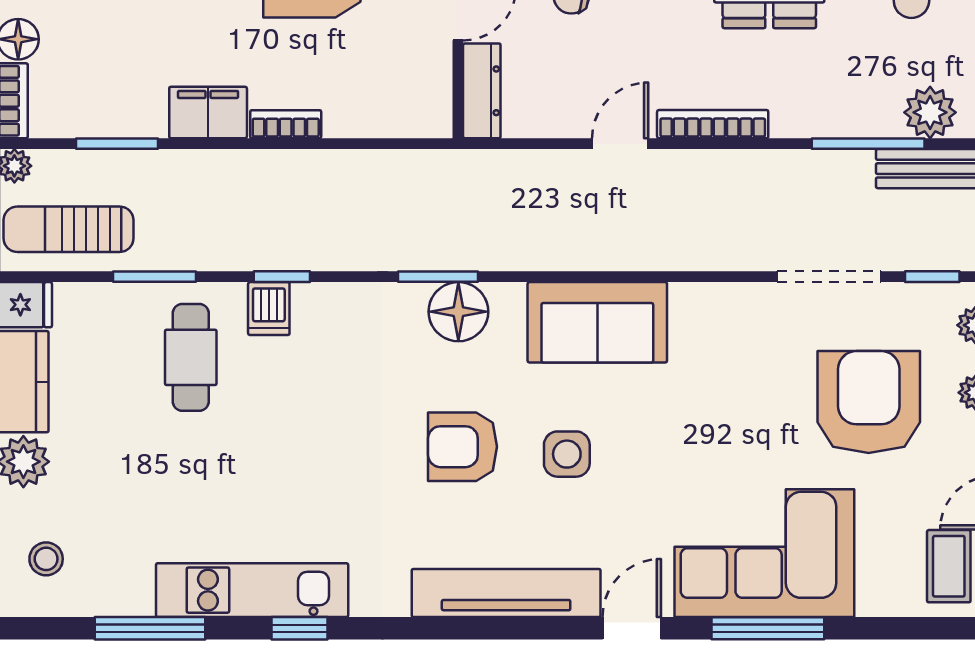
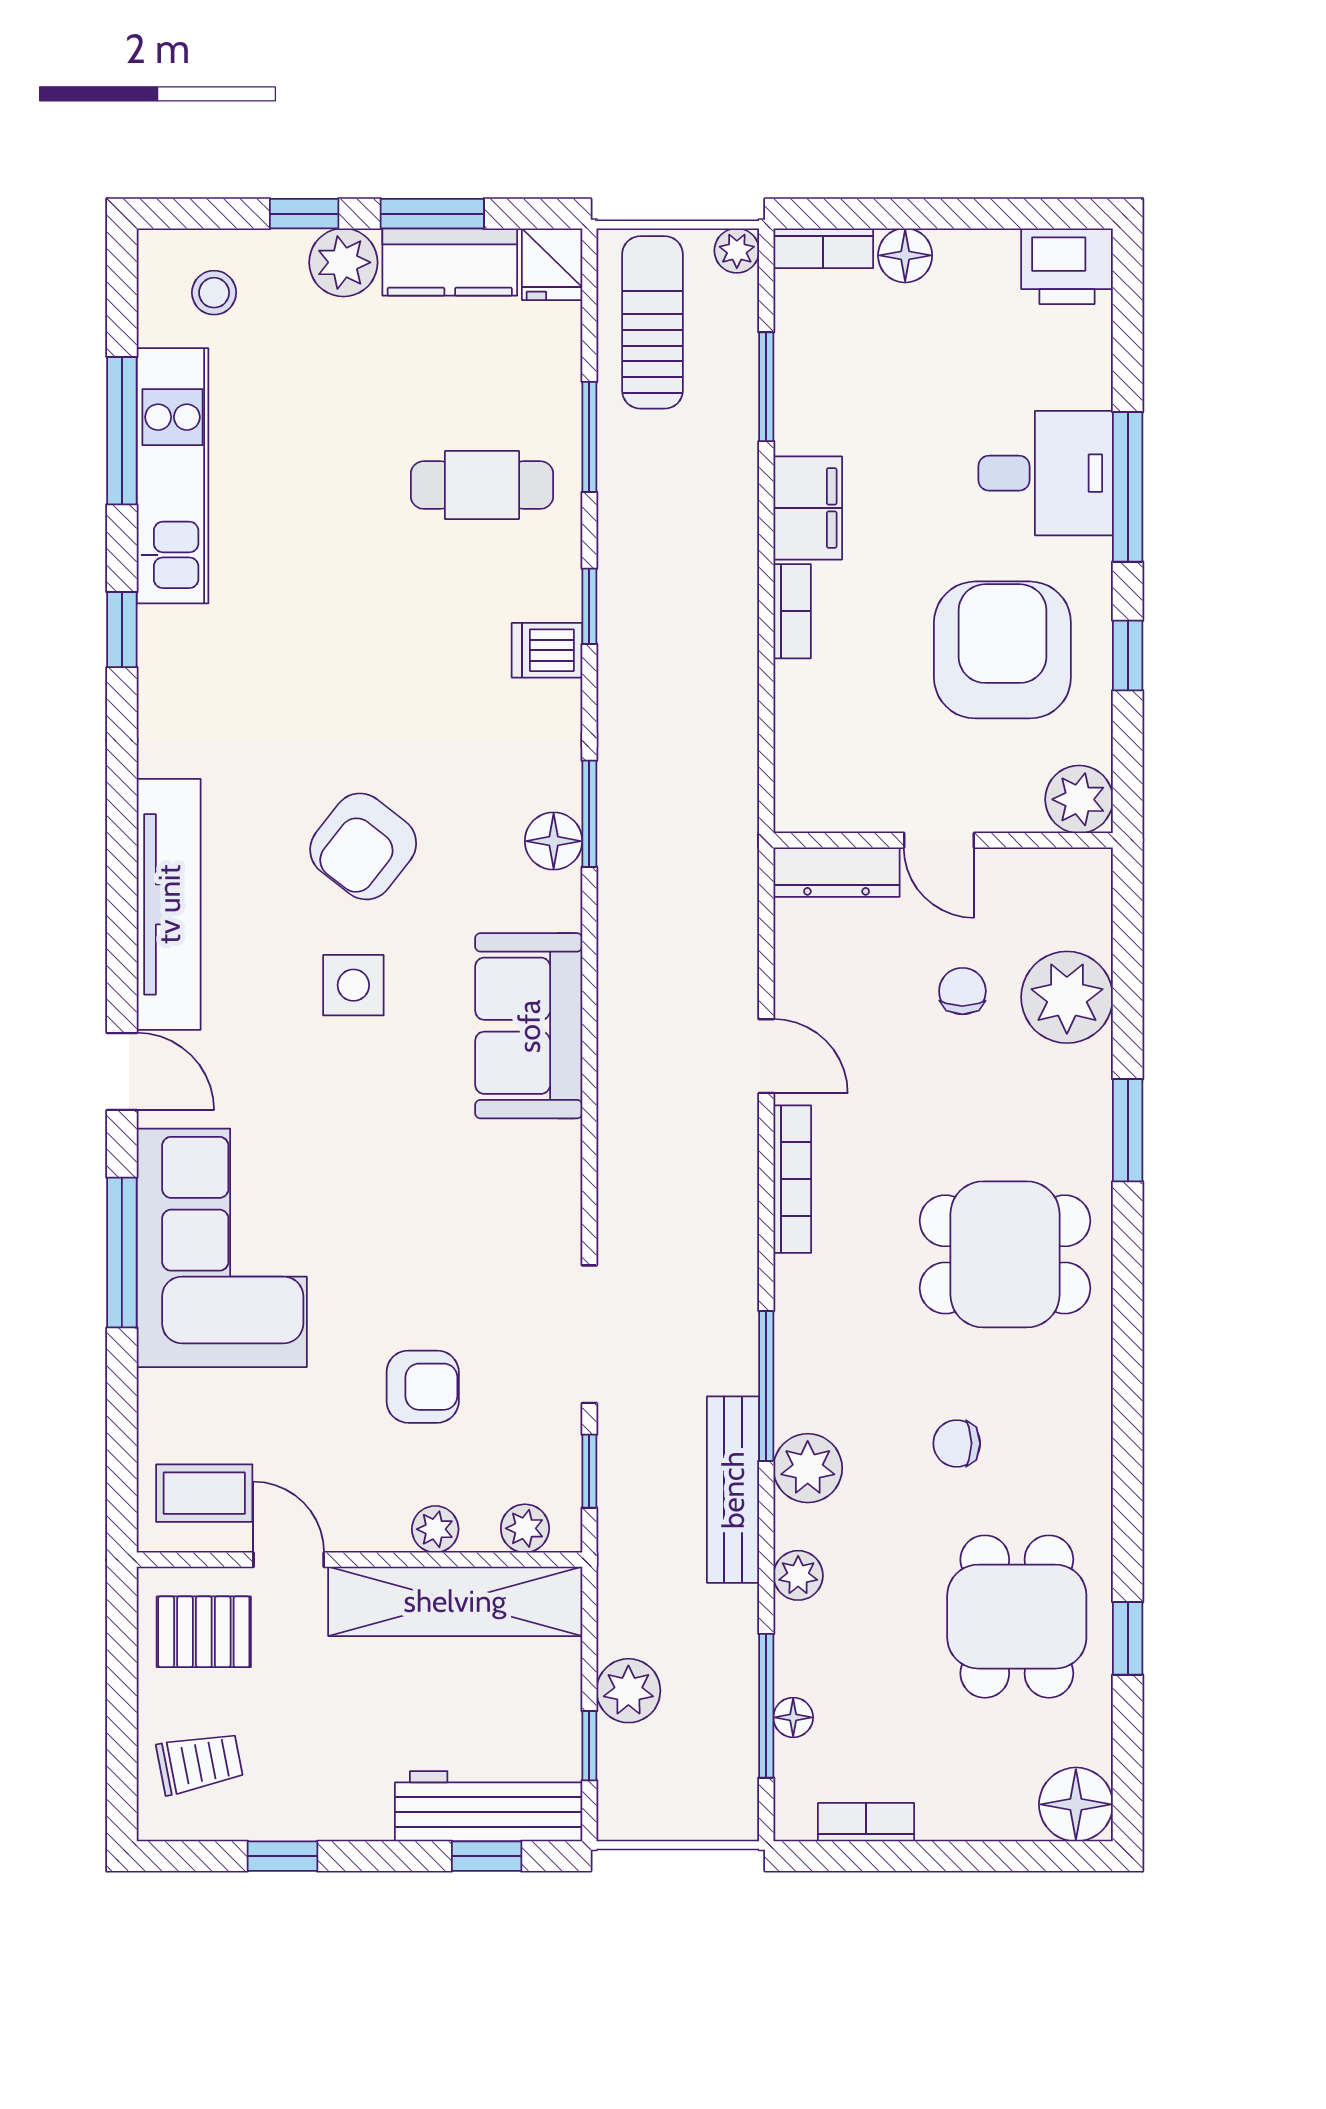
dishwasher: (269, 309) -> (547, 650), moved
floor lamp: (458, 312) -> (554, 841), width x0.73, depth x0.73
armchair: (869, 402) -> (423, 1387), width x0.53, depth x0.53
armchair: (463, 447) -> (363, 846), turned -142
kitchen unit: (252, 590) -> (172, 476), moved

